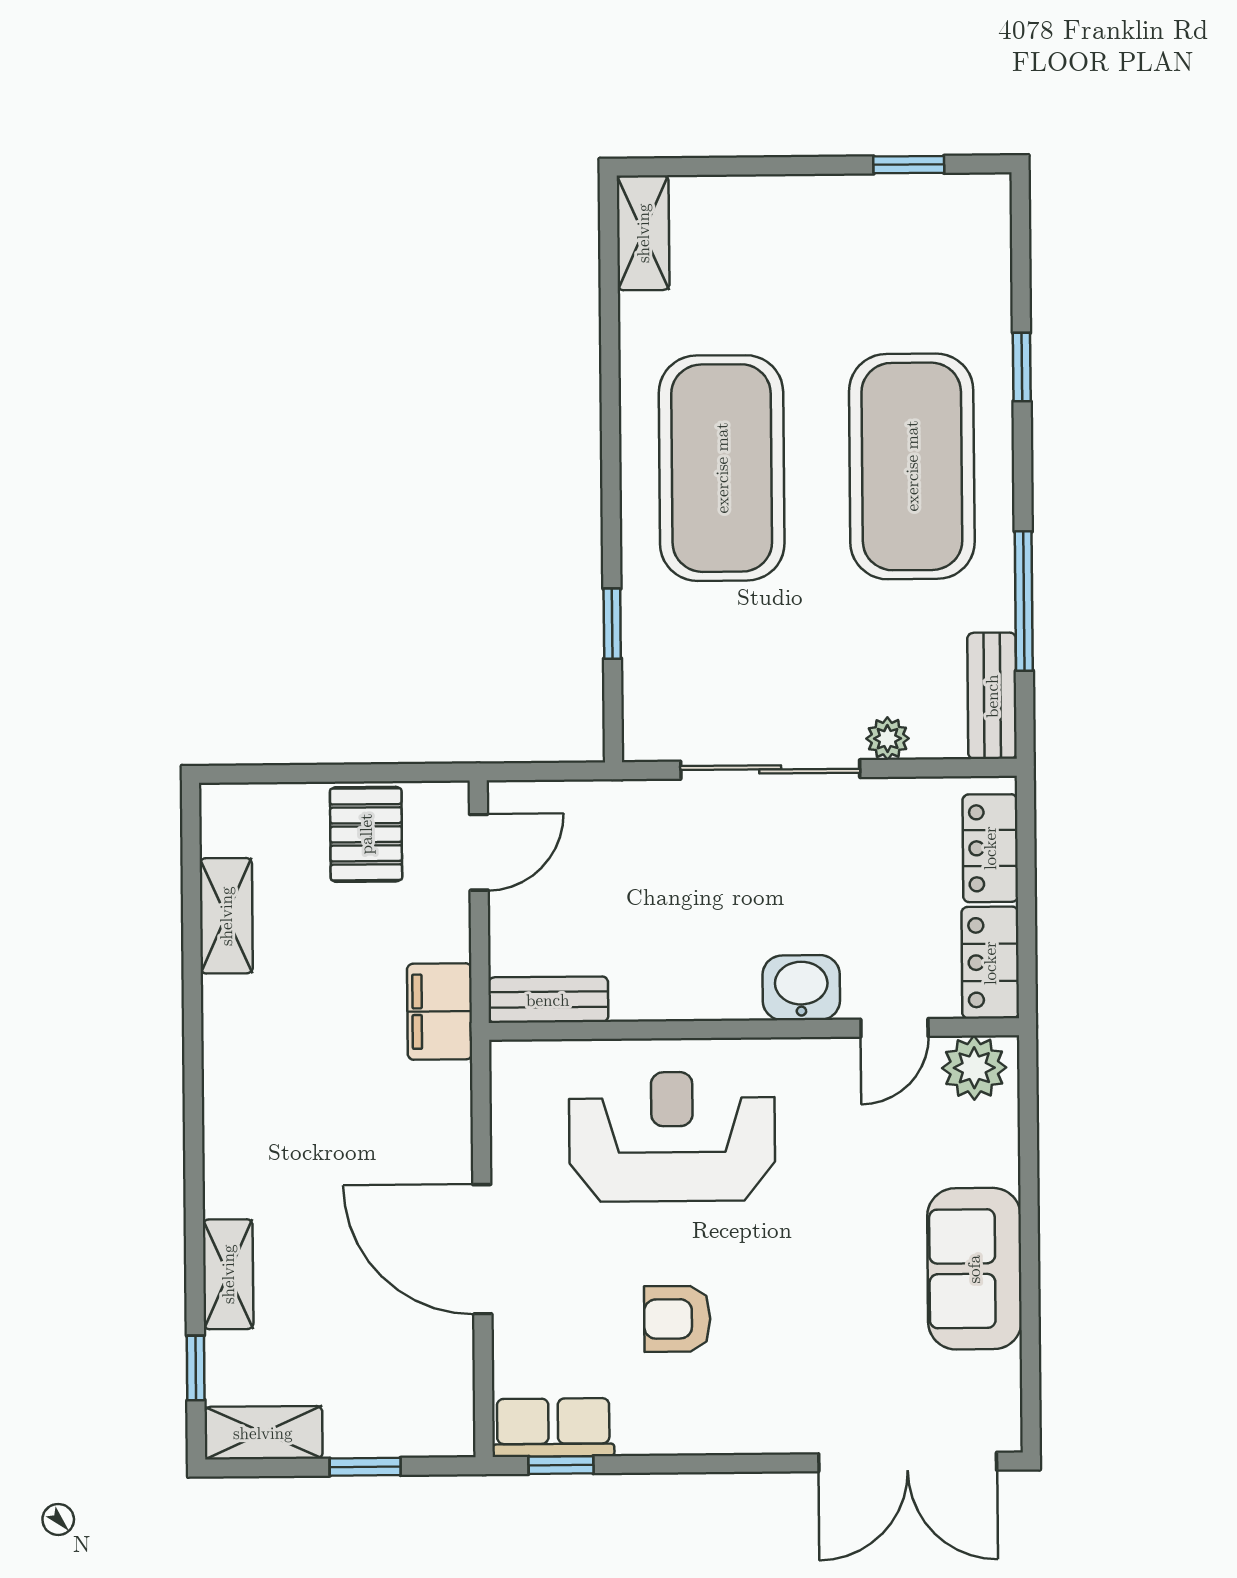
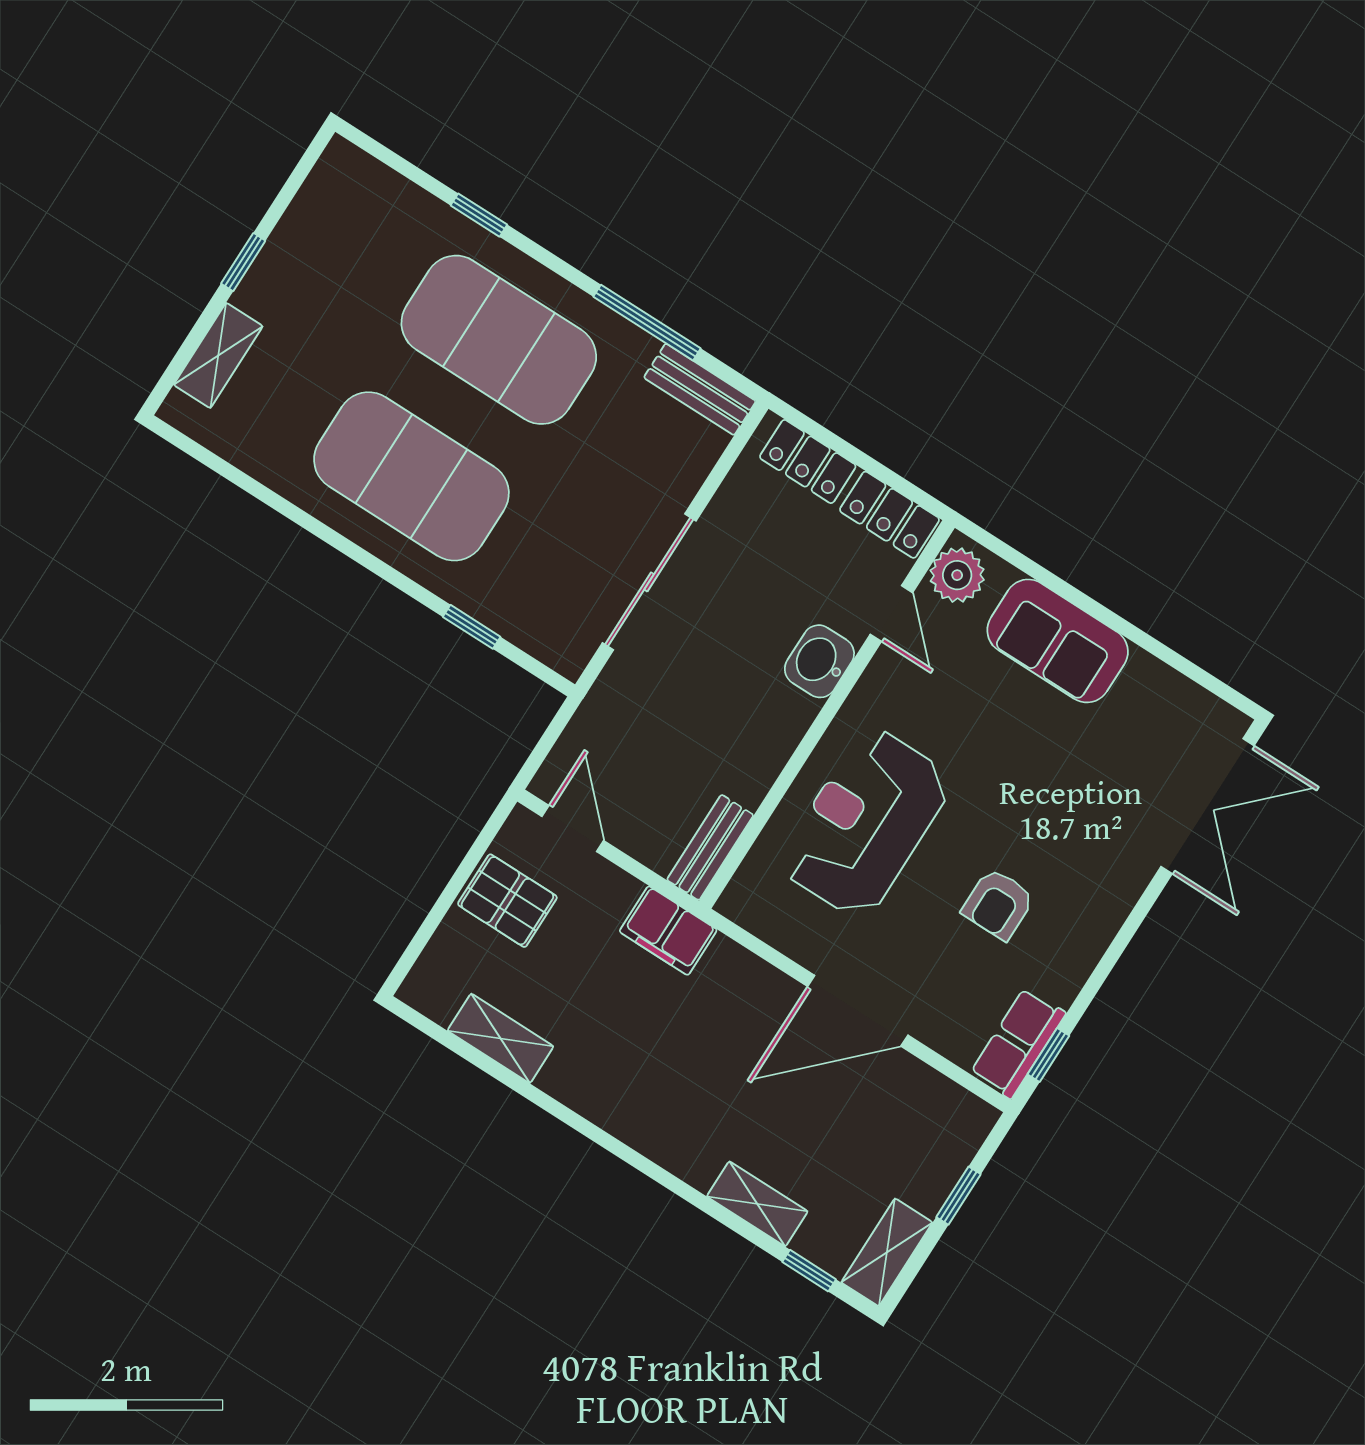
window: (909, 165) -> (243, 262), moved
shelving: (643, 233) -> (218, 355), moved, turned 90
plant: (888, 739) -> (682, 484), removed
sofa: (974, 1269) -> (1058, 641), moved

